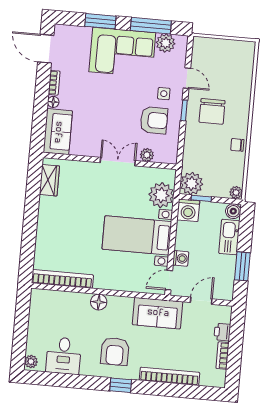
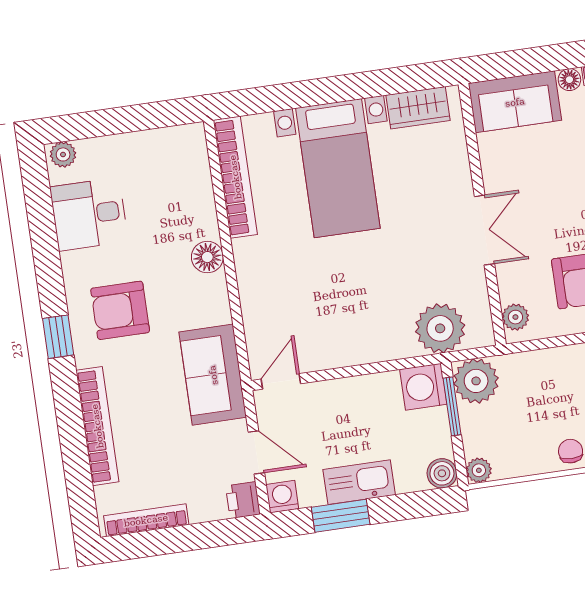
plant: (147, 155) -> (515, 317), moved
window: (201, 198) -> (452, 406), width x1.50
bed with nightstands: (137, 235) -> (338, 168), moved, turned 180
kitchen sink: (229, 237) -> (359, 482), moved
washing machine: (181, 258) -> (282, 497), moved, turned 180
door: (169, 280) -> (281, 381), hinge flipped
printer: (222, 332) -> (243, 500), moved, turned -90
bookcase: (223, 356) -> (146, 520), width x1.56

